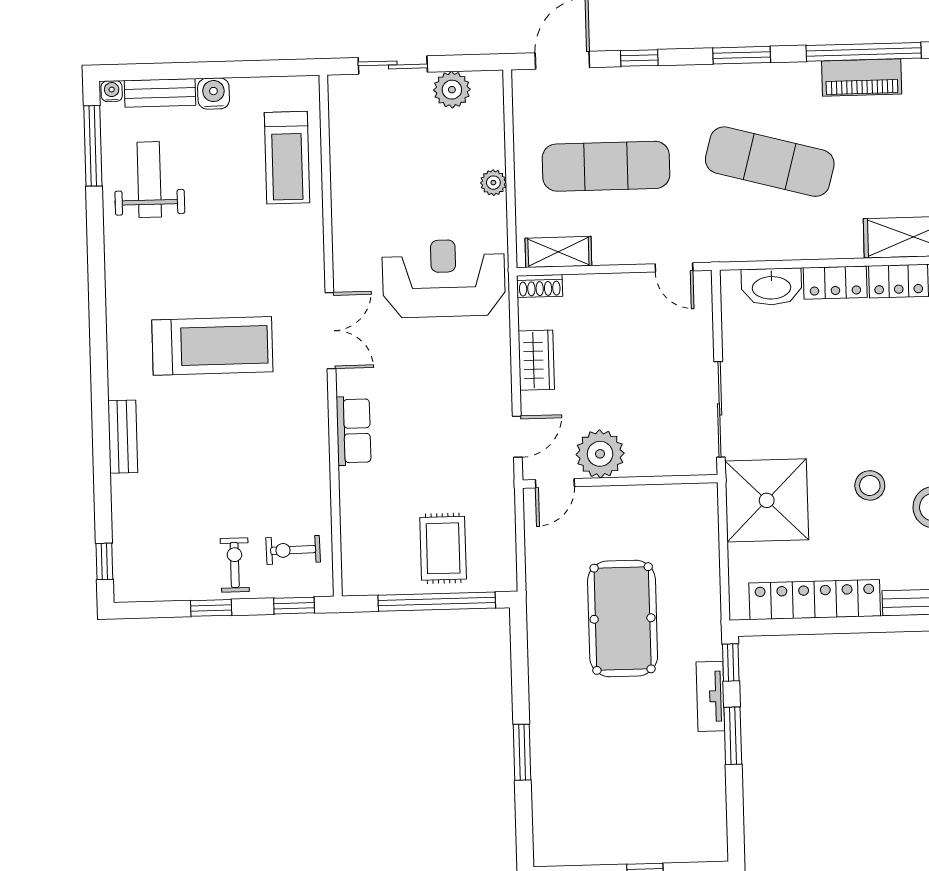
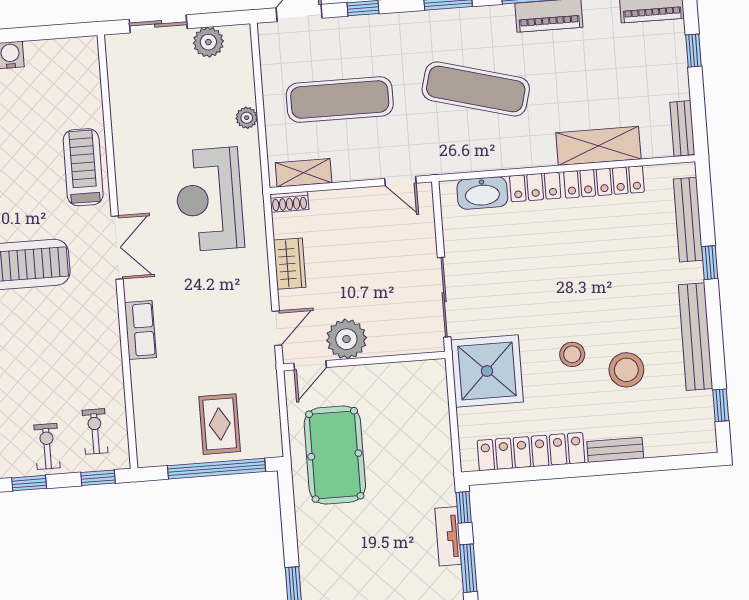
treadmill: (287, 158) -> (83, 167), moved, turned 180
reception desk: (444, 278) -> (209, 199), turned -90
exercise bike: (293, 550) -> (95, 431), turned 91
pool table: (623, 619) -> (335, 455), moved

